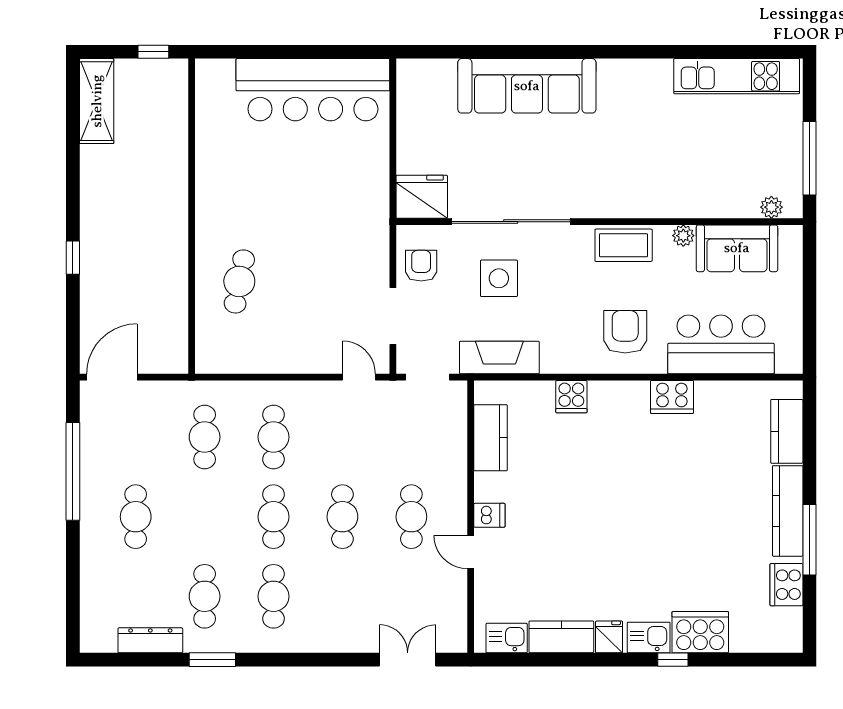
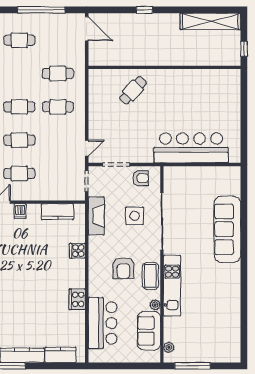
kitchen unit: (737, 76) -> (172, 286), moved, turned 180
bar counter: (313, 90) -> (191, 148), moved, turned 90
shelving: (97, 101) -> (210, 21), width x1.47
fridge: (422, 197) -> (174, 178), removed
cafe table: (239, 281) -> (133, 90), turned -58
armchair: (625, 332) -> (123, 268), moved, turned 90

